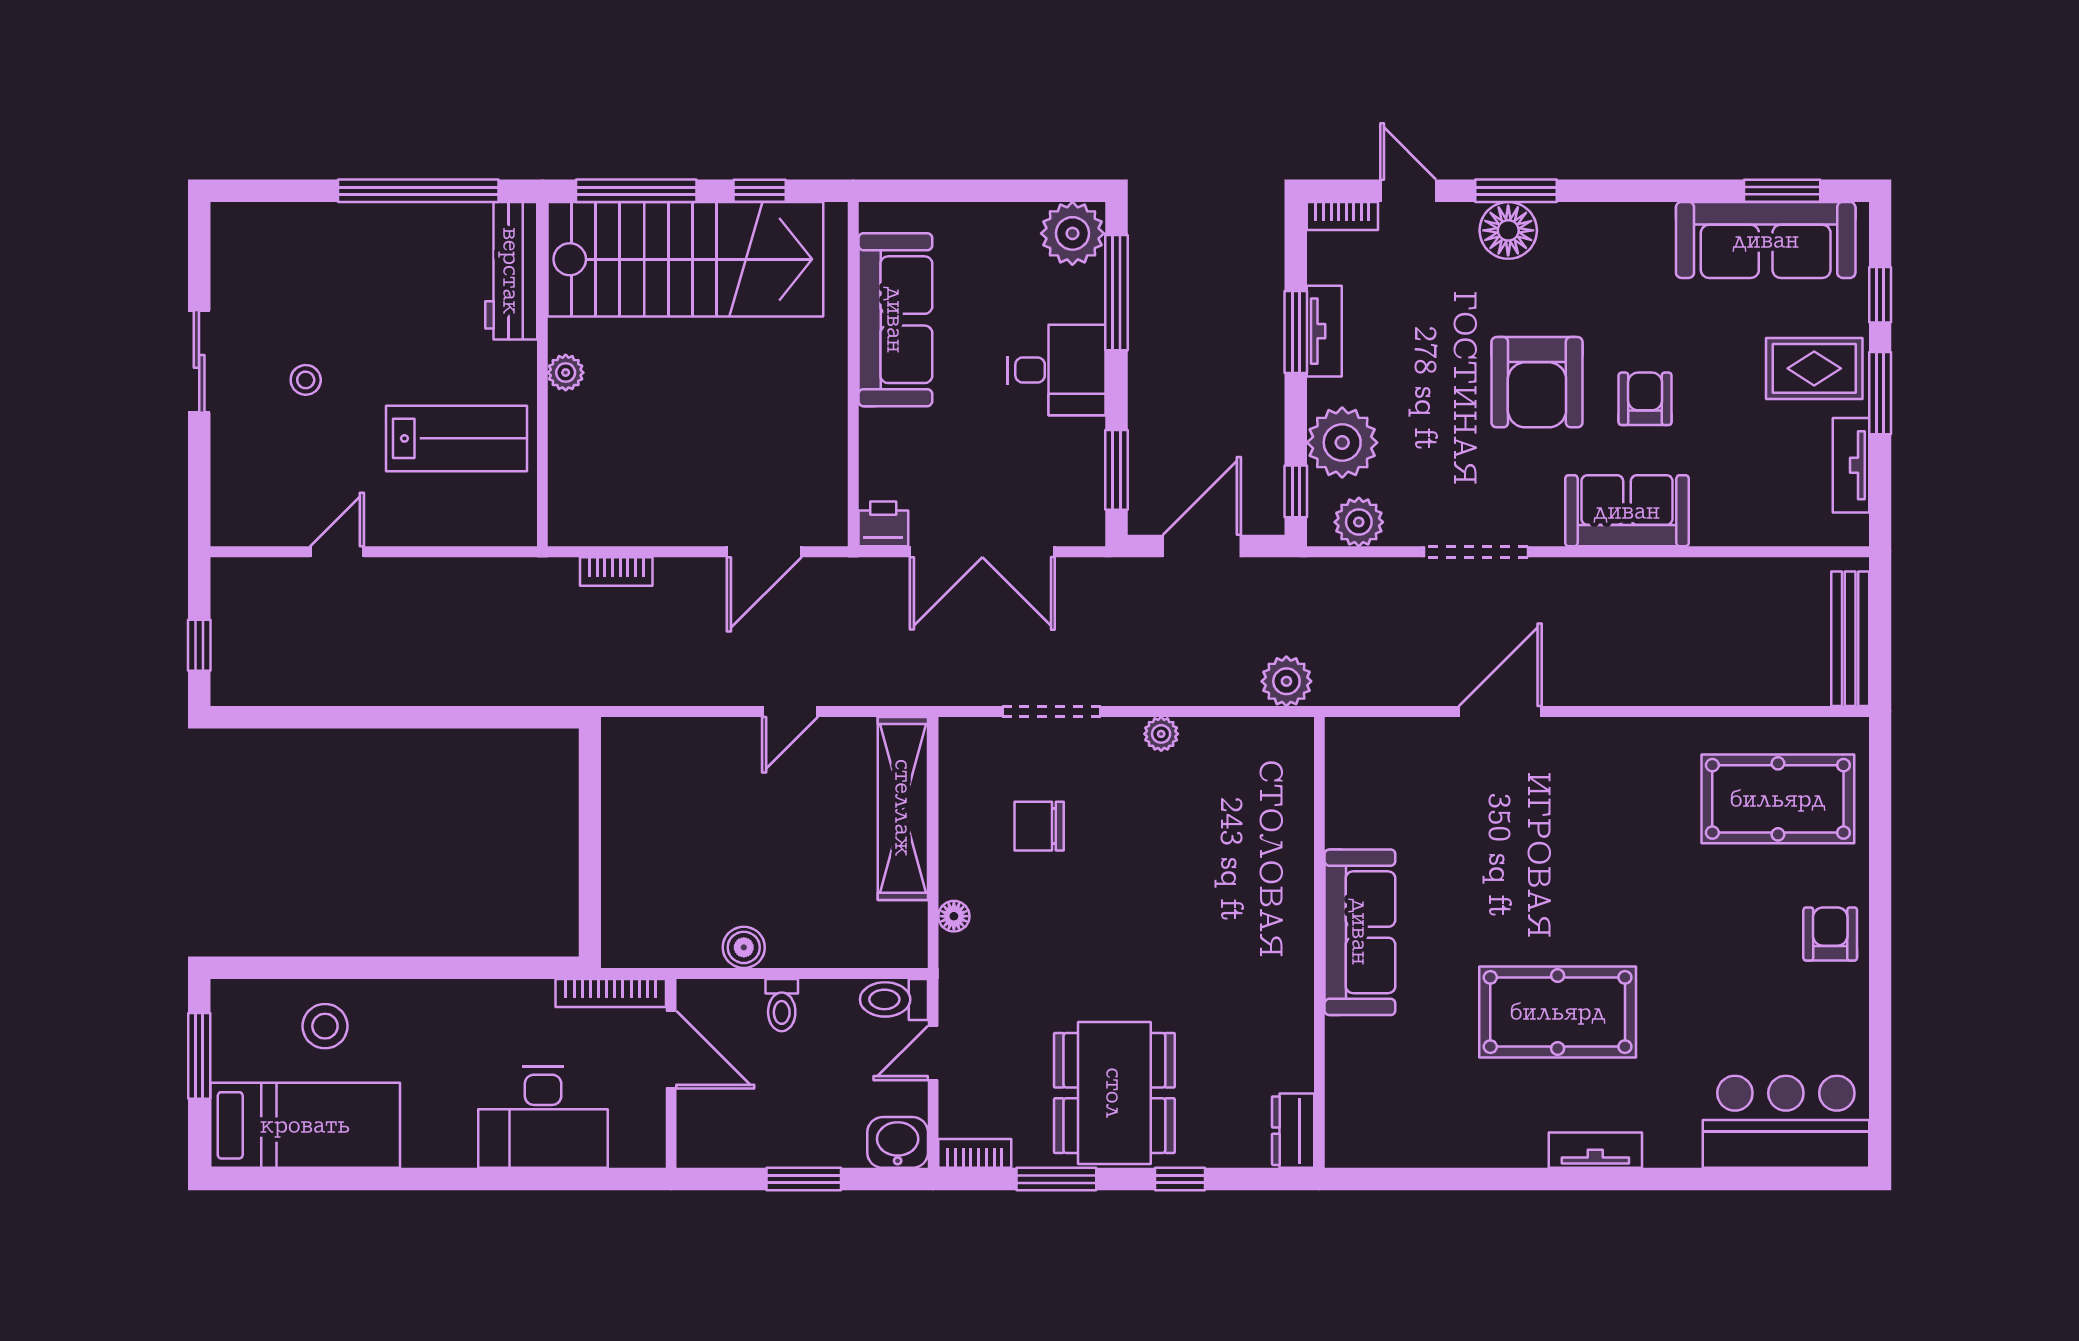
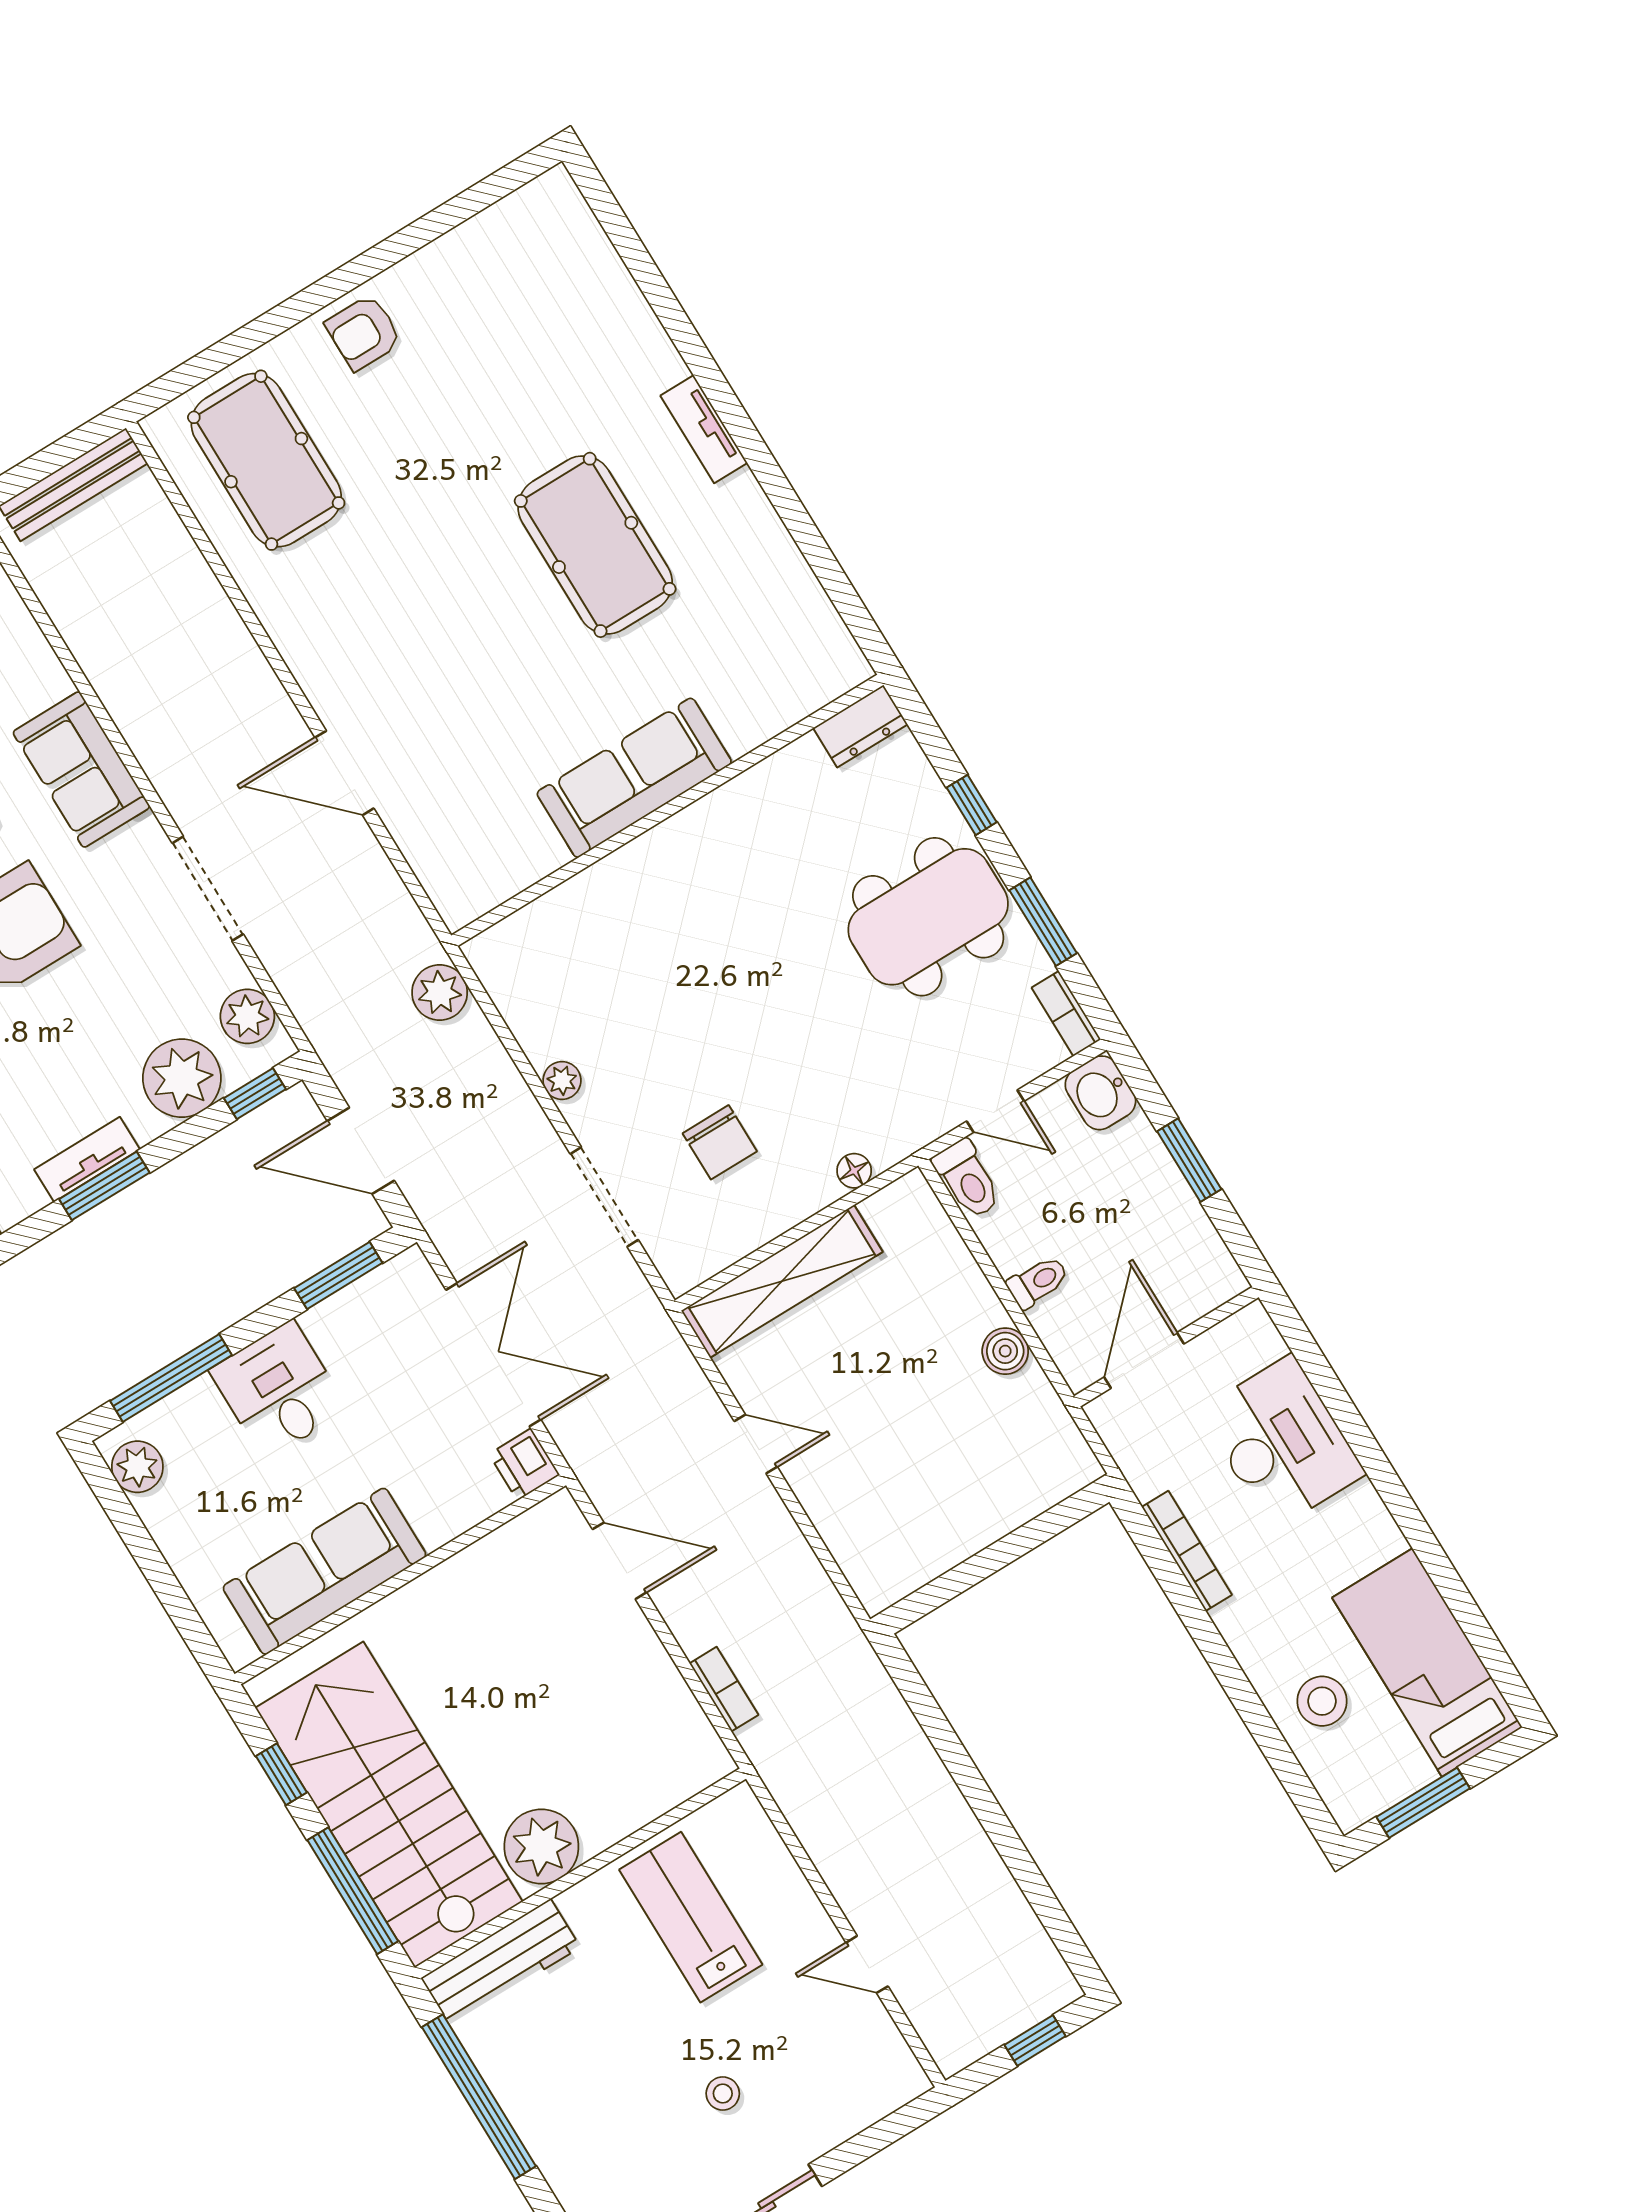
plant: (1072, 233) -> (137, 1467), width x0.73, depth x0.73
plant: (566, 373) -> (541, 1846), width x1.88, depth x1.88
bookcase: (611, 993) -> (1187, 1551), moved
bar counter: (1786, 1122) -> (567, 266), removed

